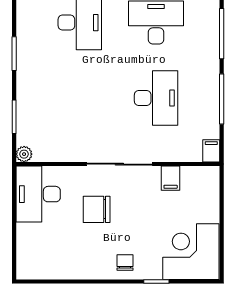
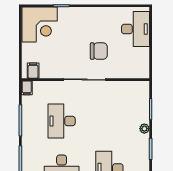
plant: (24, 154) -> (144, 129), moved
filing cabinet: (171, 178) -> (33, 71), moved
desk: (38, 194) -> (136, 29), moved
chair: (125, 263) -> (81, 18), removed

